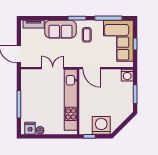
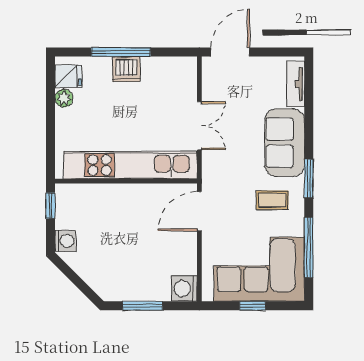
dishwasher: (27, 102) -> (126, 69), added
washing machine: (101, 125) -> (65, 241), width x0.53, depth x0.53

